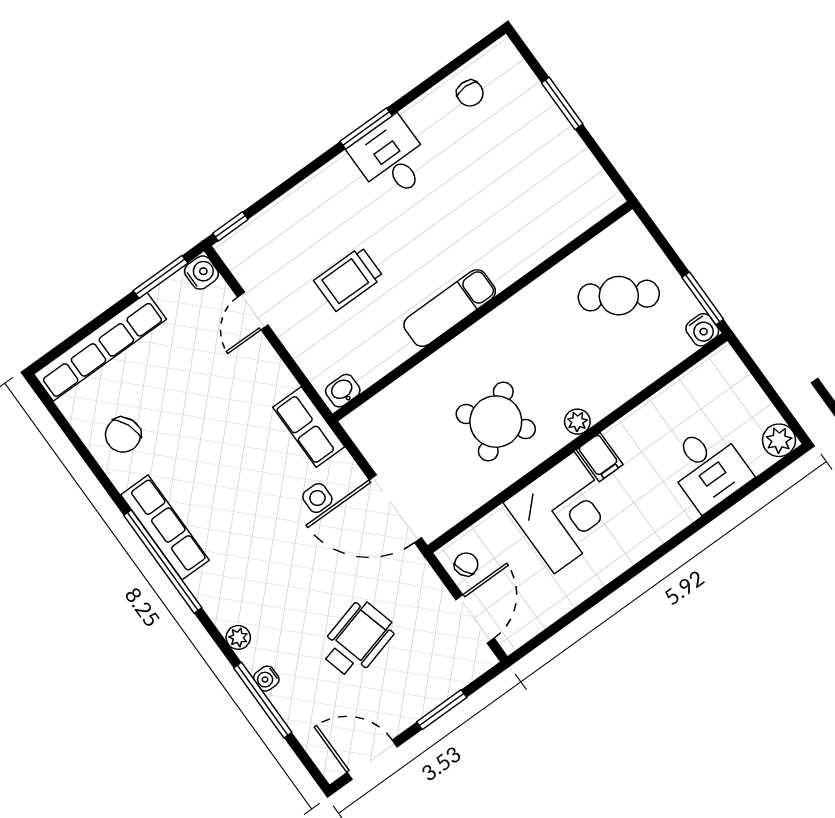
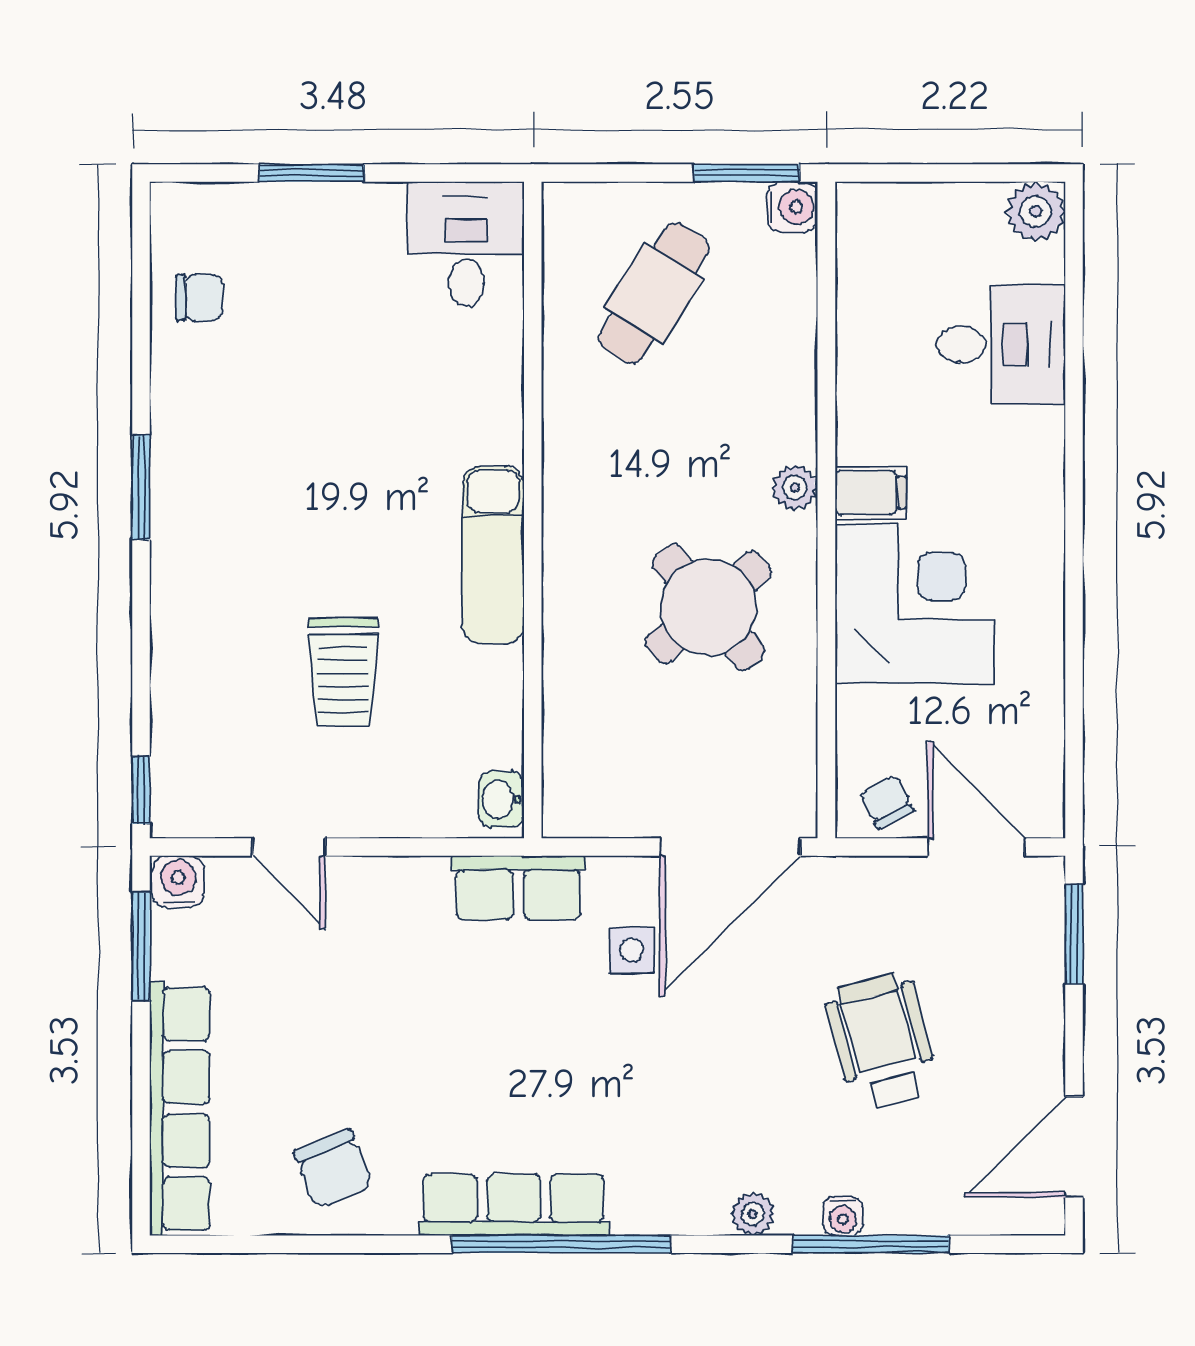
desk: (391, 159) -> (466, 244), moved, turned 90
window: (442, 710) -> (1074, 934), moved

